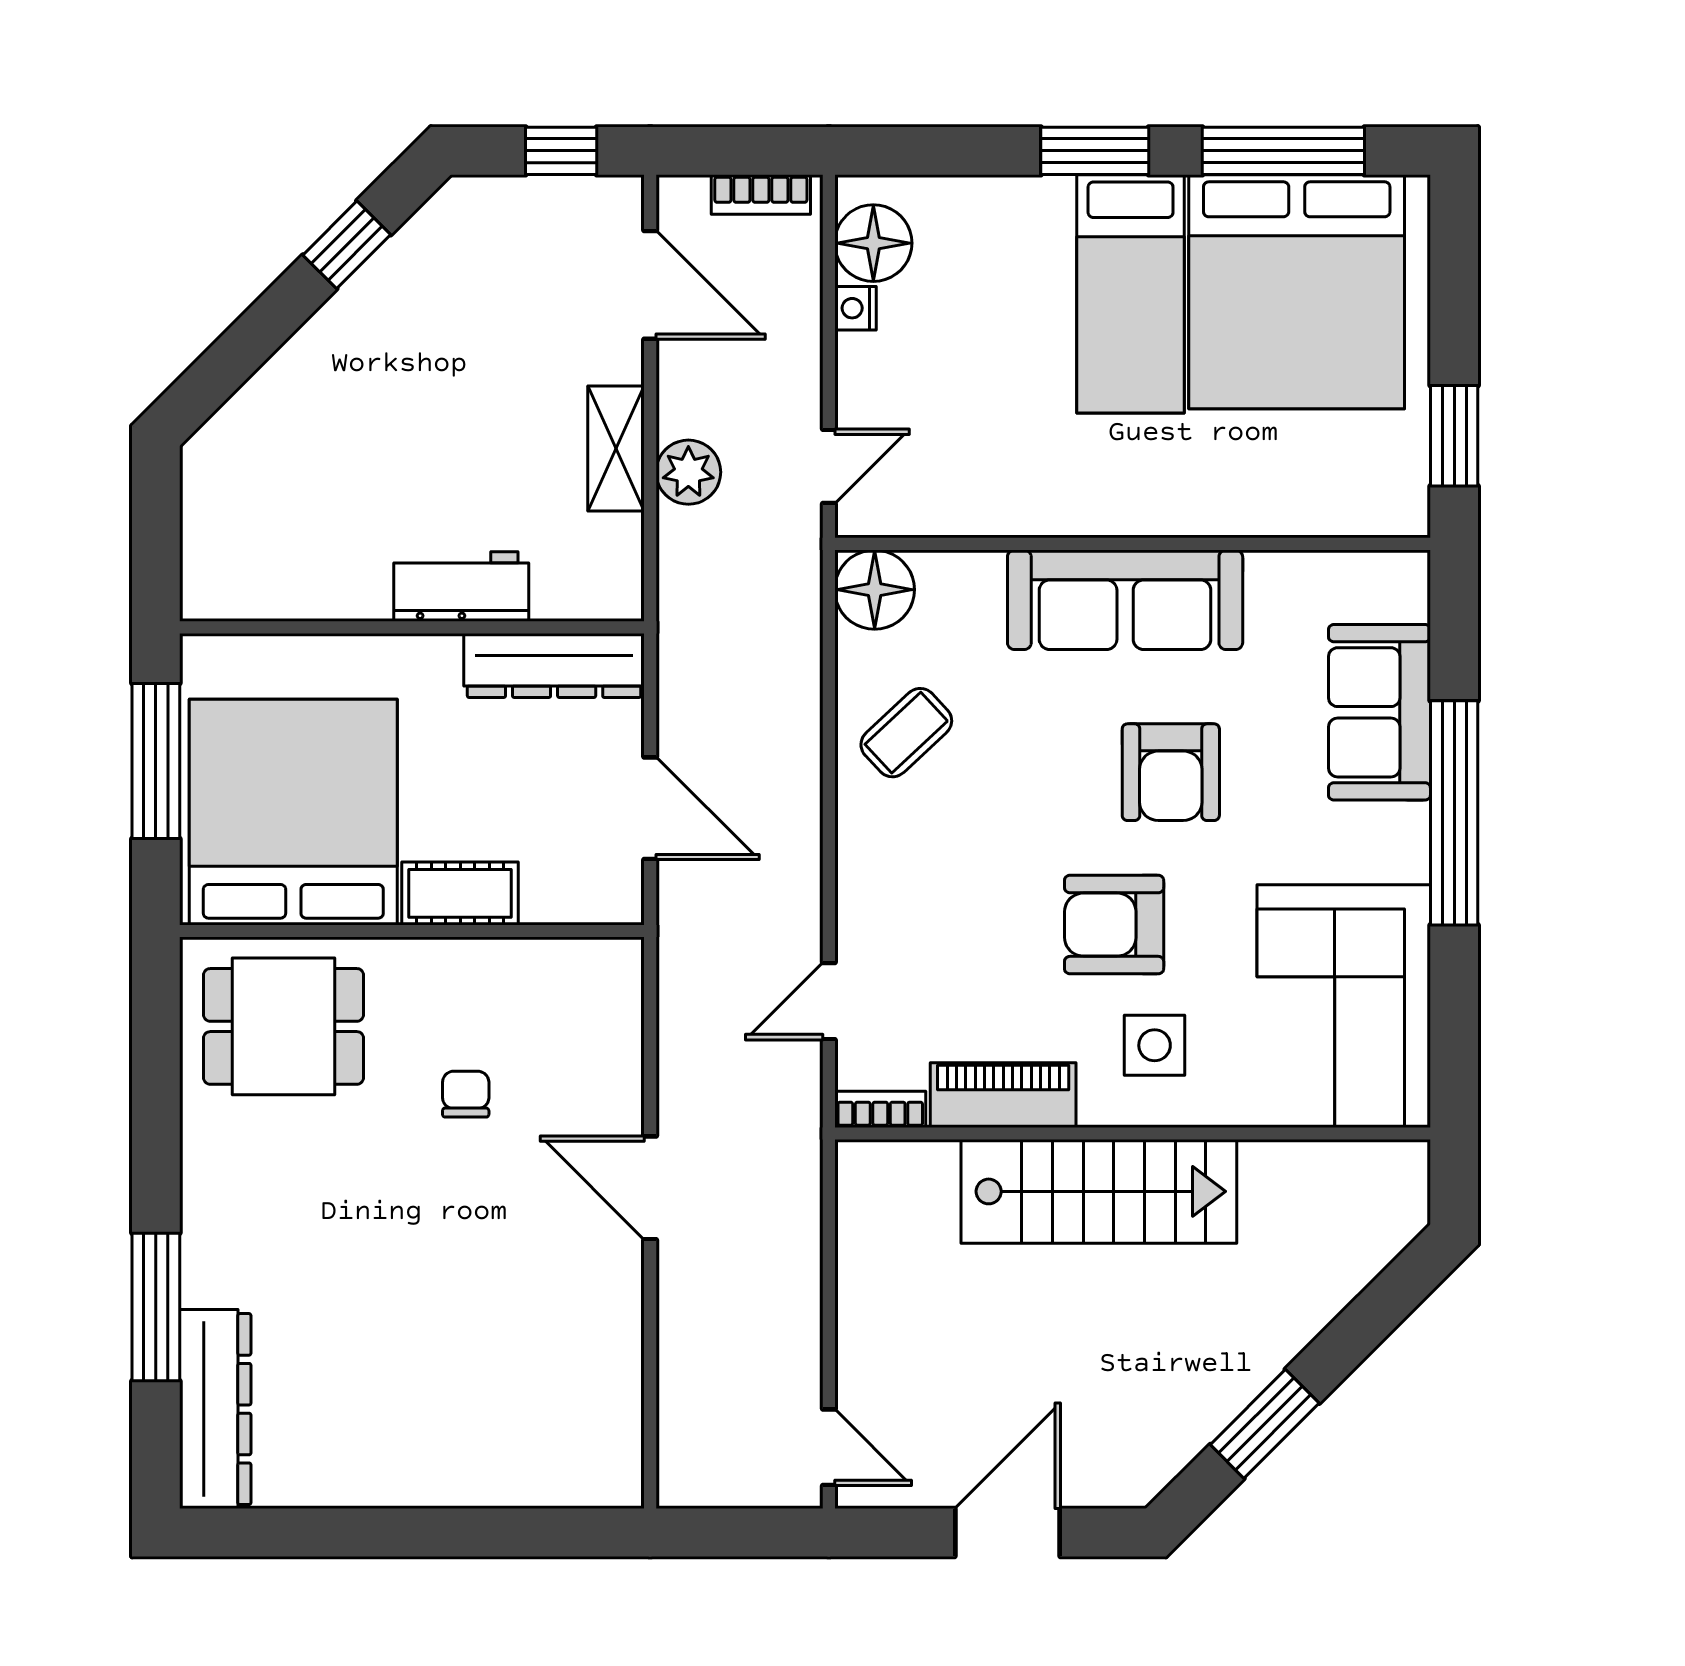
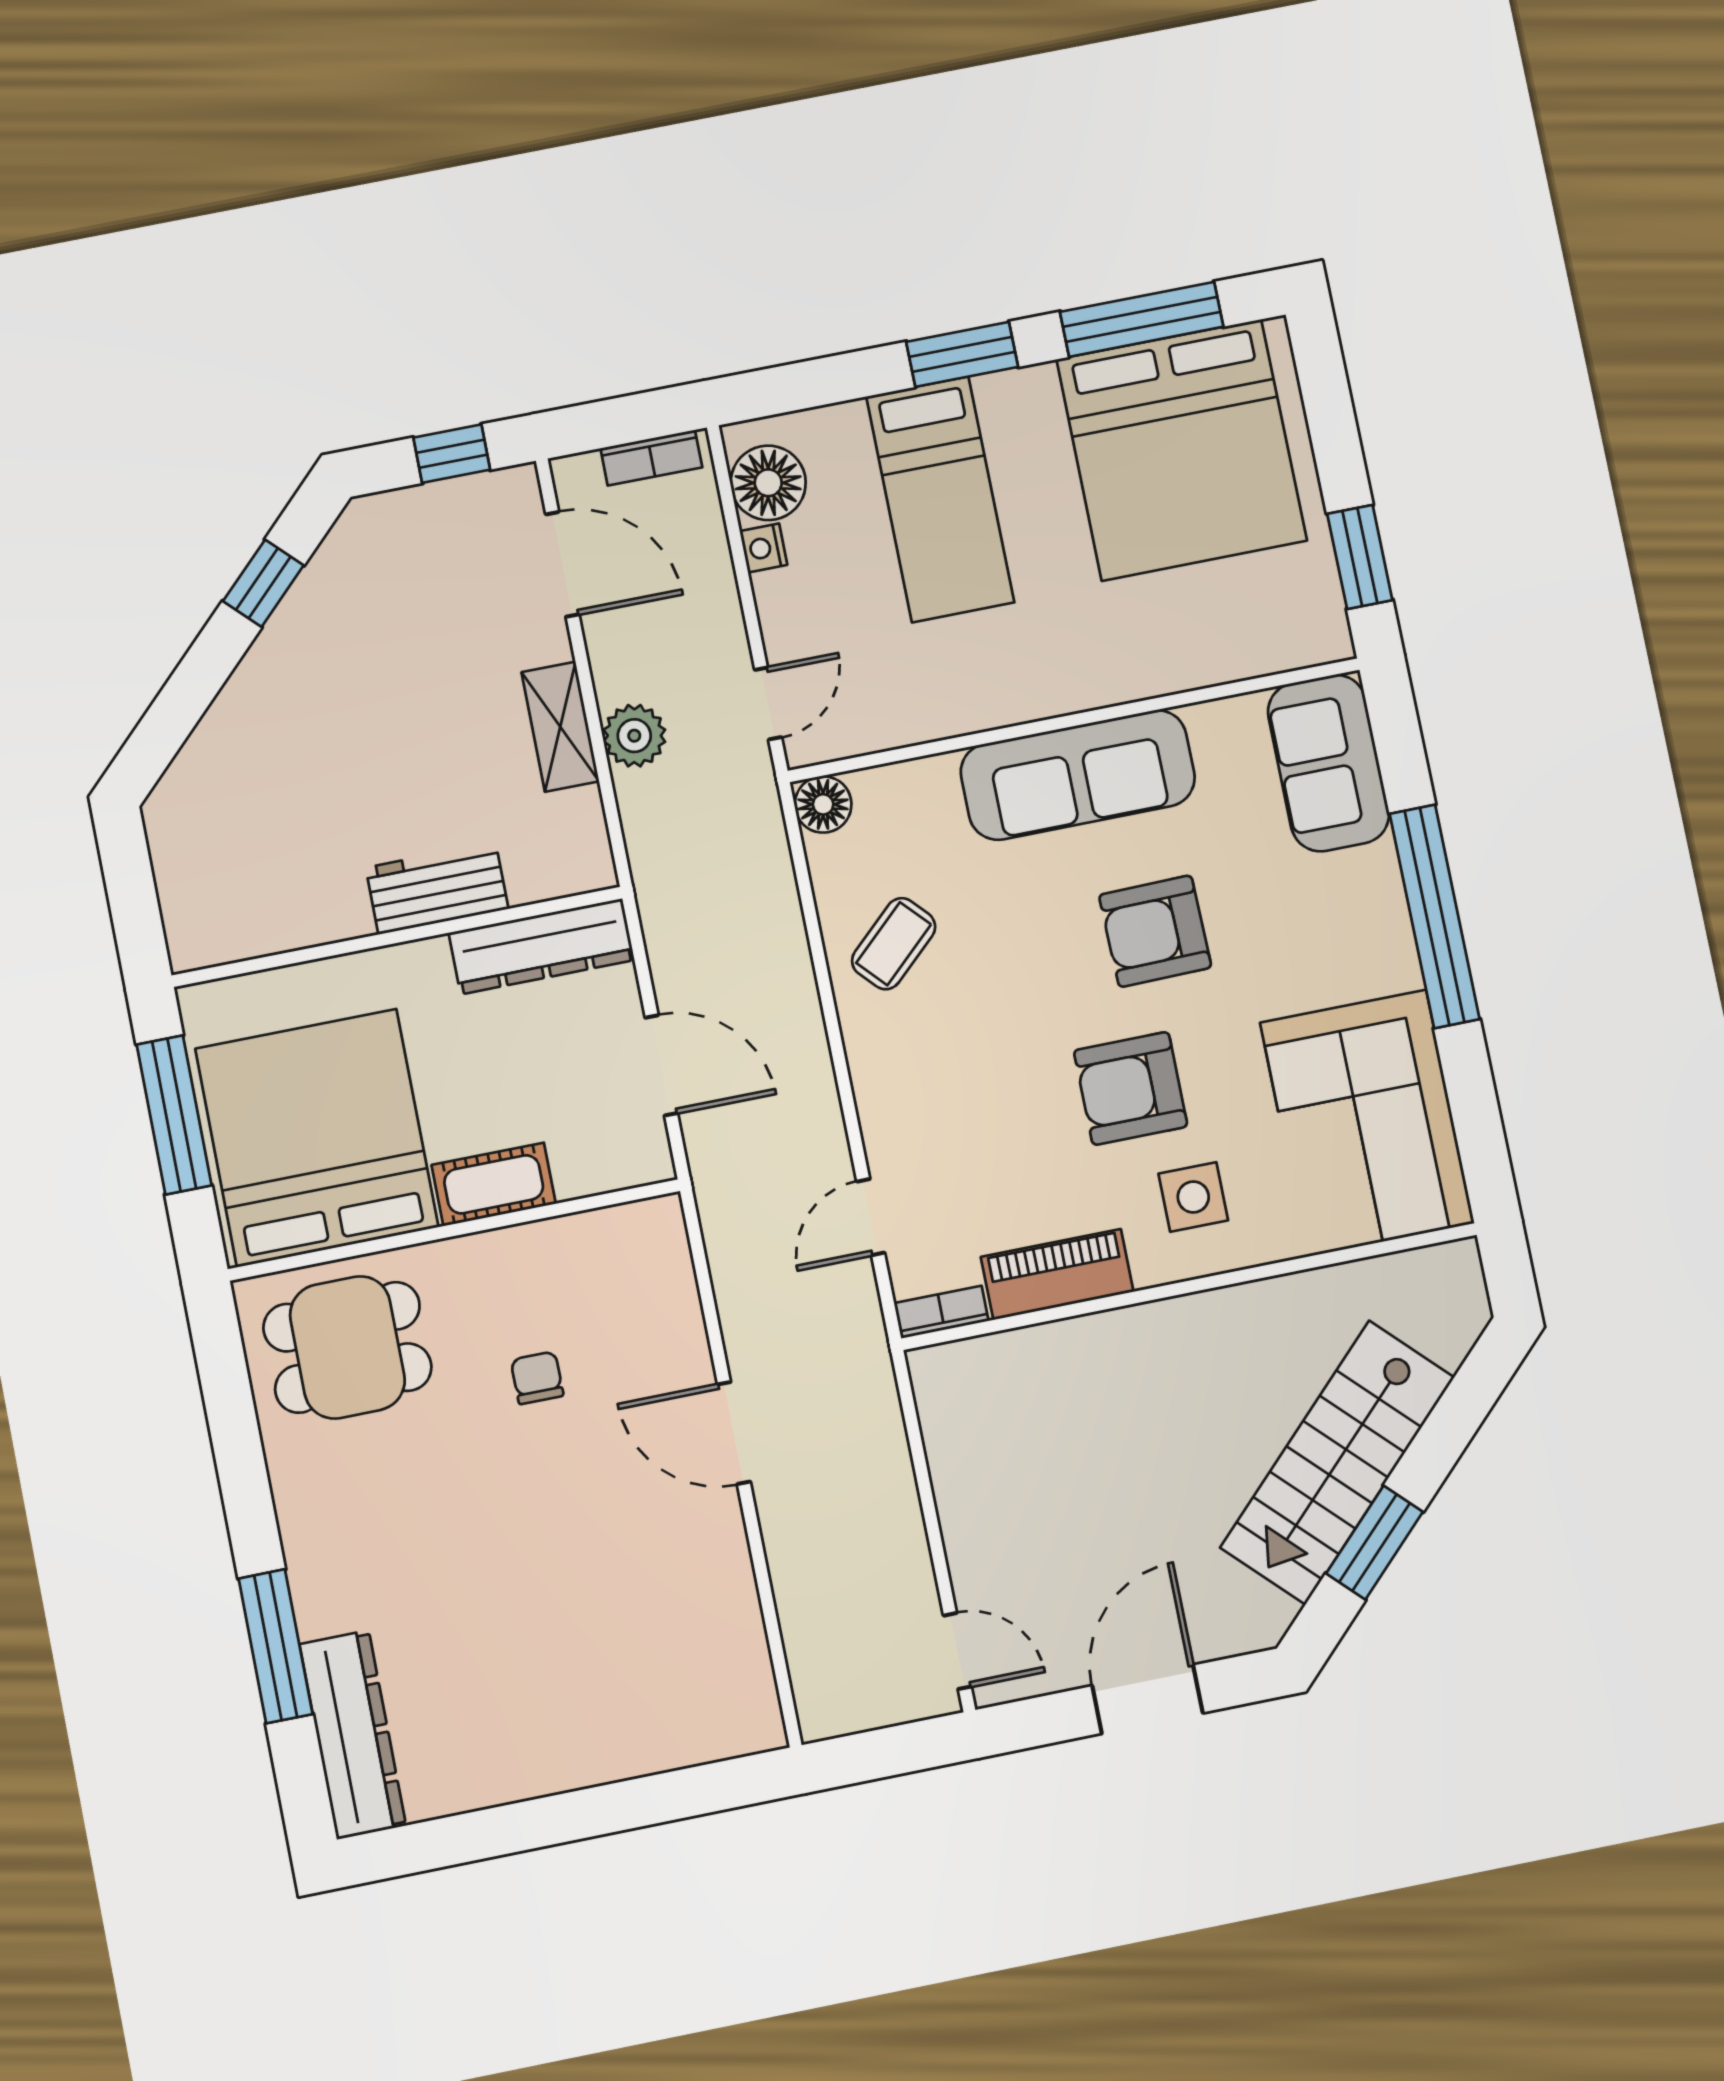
bed: (1131, 294) -> (940, 499), moved
floor lamp: (875, 590) -> (823, 804), width x0.73, depth x0.73
sofa: (1379, 712) -> (1328, 763), moved
armchair: (1171, 772) -> (1155, 931), turned 89
stairs: (1099, 1191) -> (1337, 1462), moved, turned 135

